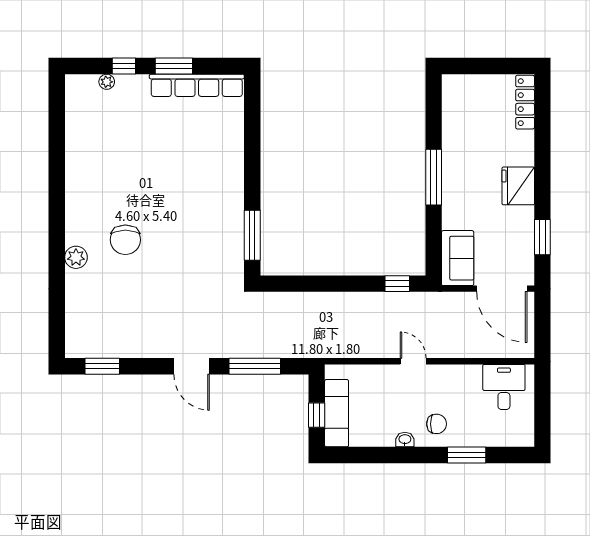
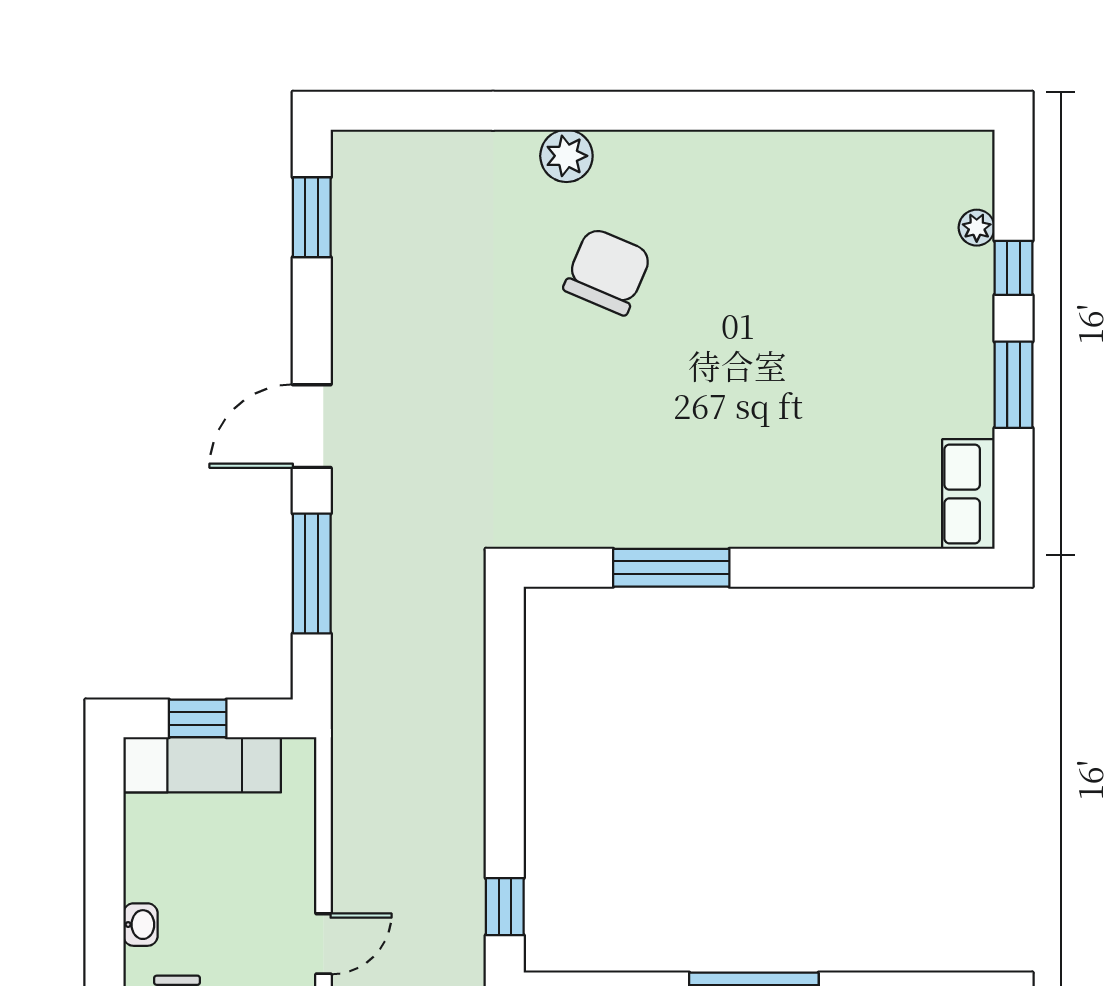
row of seats: (197, 85) -> (968, 494), width x0.50
window: (252, 235) -> (671, 568), moved
chair: (125, 240) -> (607, 271), turned 113

